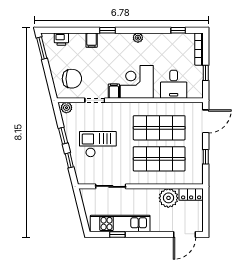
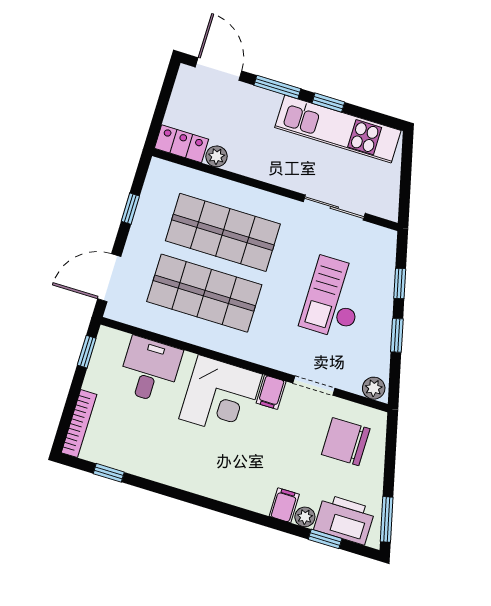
window: (108, 30) -> (325, 539), moved
plant: (138, 38) -> (305, 517), moved
printer: (61, 39) -> (345, 519), width x1.87, depth x1.48
window: (206, 73) -> (87, 352), moved
checkout: (98, 144) -> (334, 298), turned 90
plant: (168, 198) -> (217, 156), width x0.53, depth x0.53
window: (117, 235) -> (328, 103), moved
window: (155, 235) -> (277, 87), added
door: (185, 235) -> (218, 69), hinge flipped

